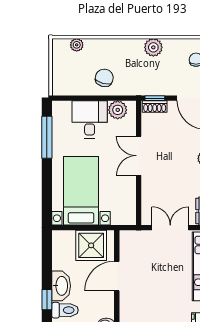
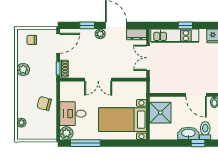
plant: (118, 110) -> (66, 133), moved
door: (117, 276) -> (196, 95), moved

